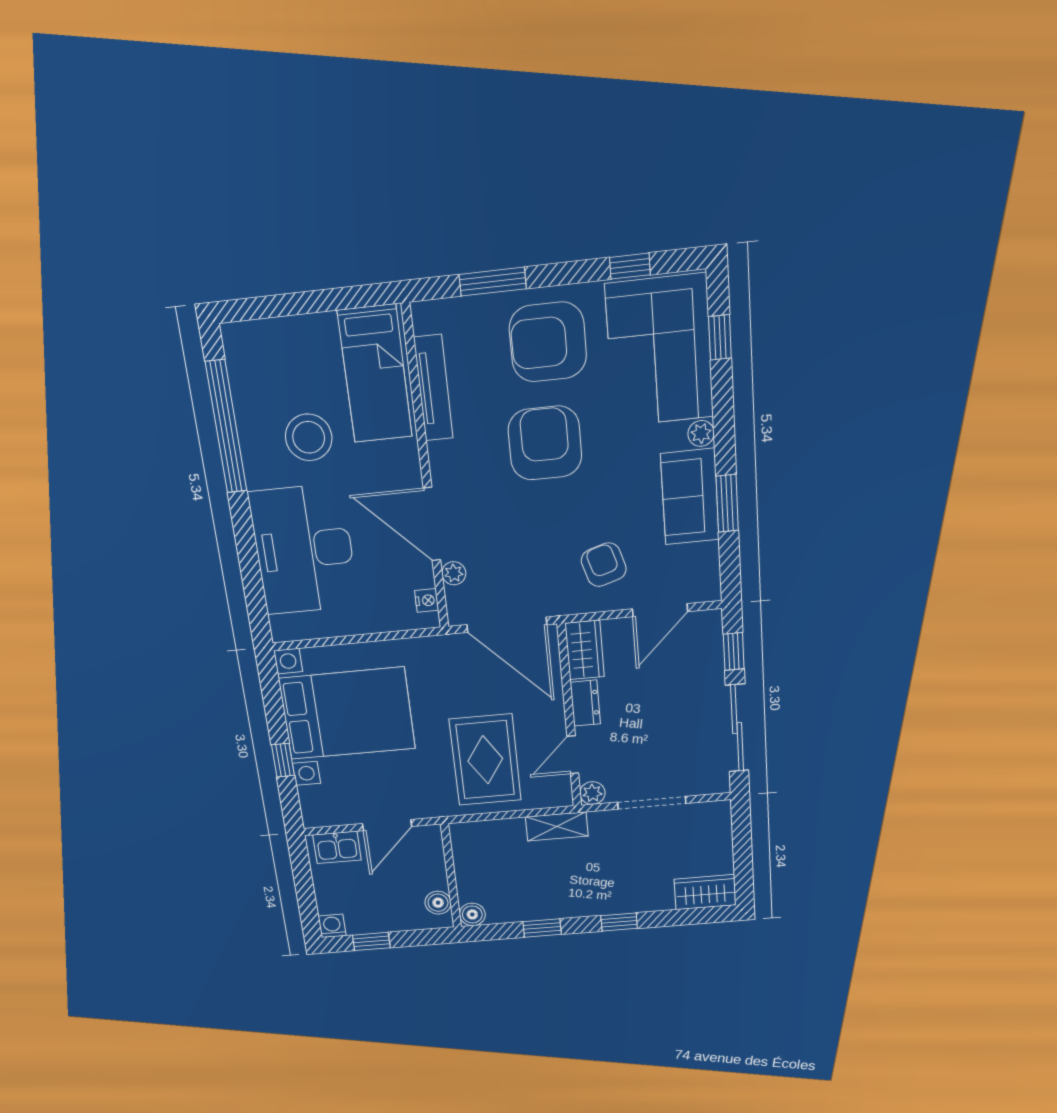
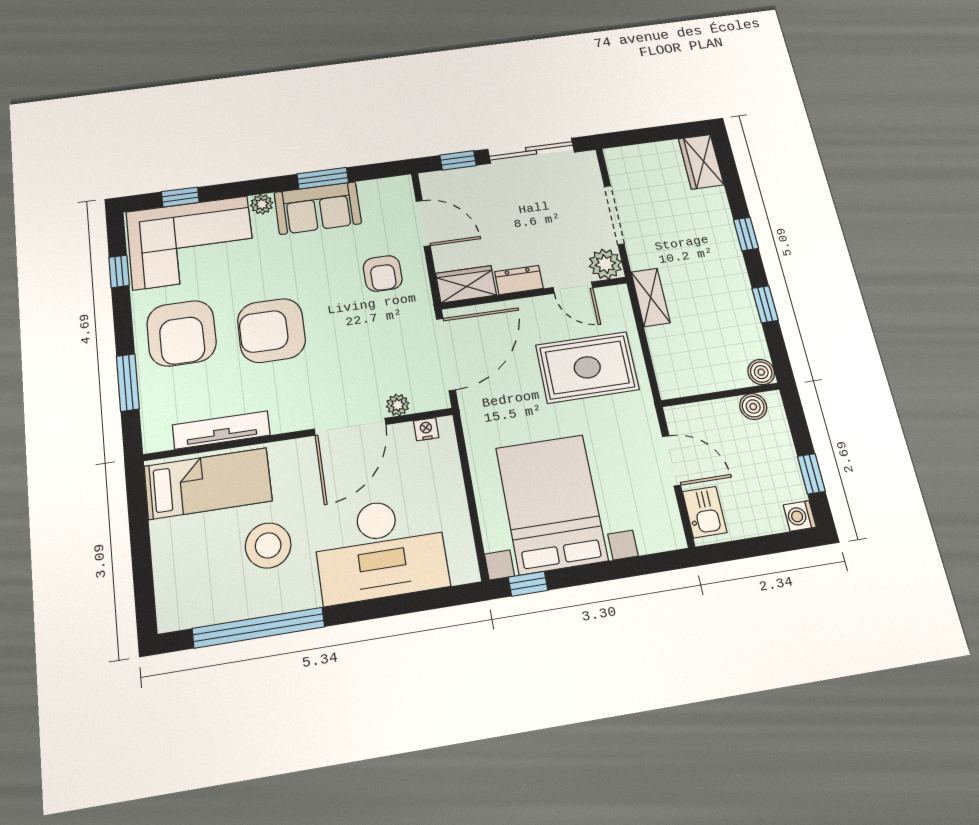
armchair: (604, 565) -> (383, 273), turned -73
window: (283, 760) -> (528, 584), moved
plant: (592, 793) -> (605, 264), width x1.38, depth x1.38

